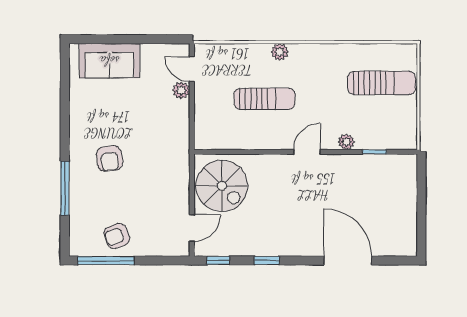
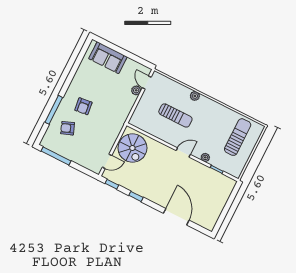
sun lounger: (382, 83) -> (238, 137), turned -90
armchair: (117, 236) -> (68, 128), moved

